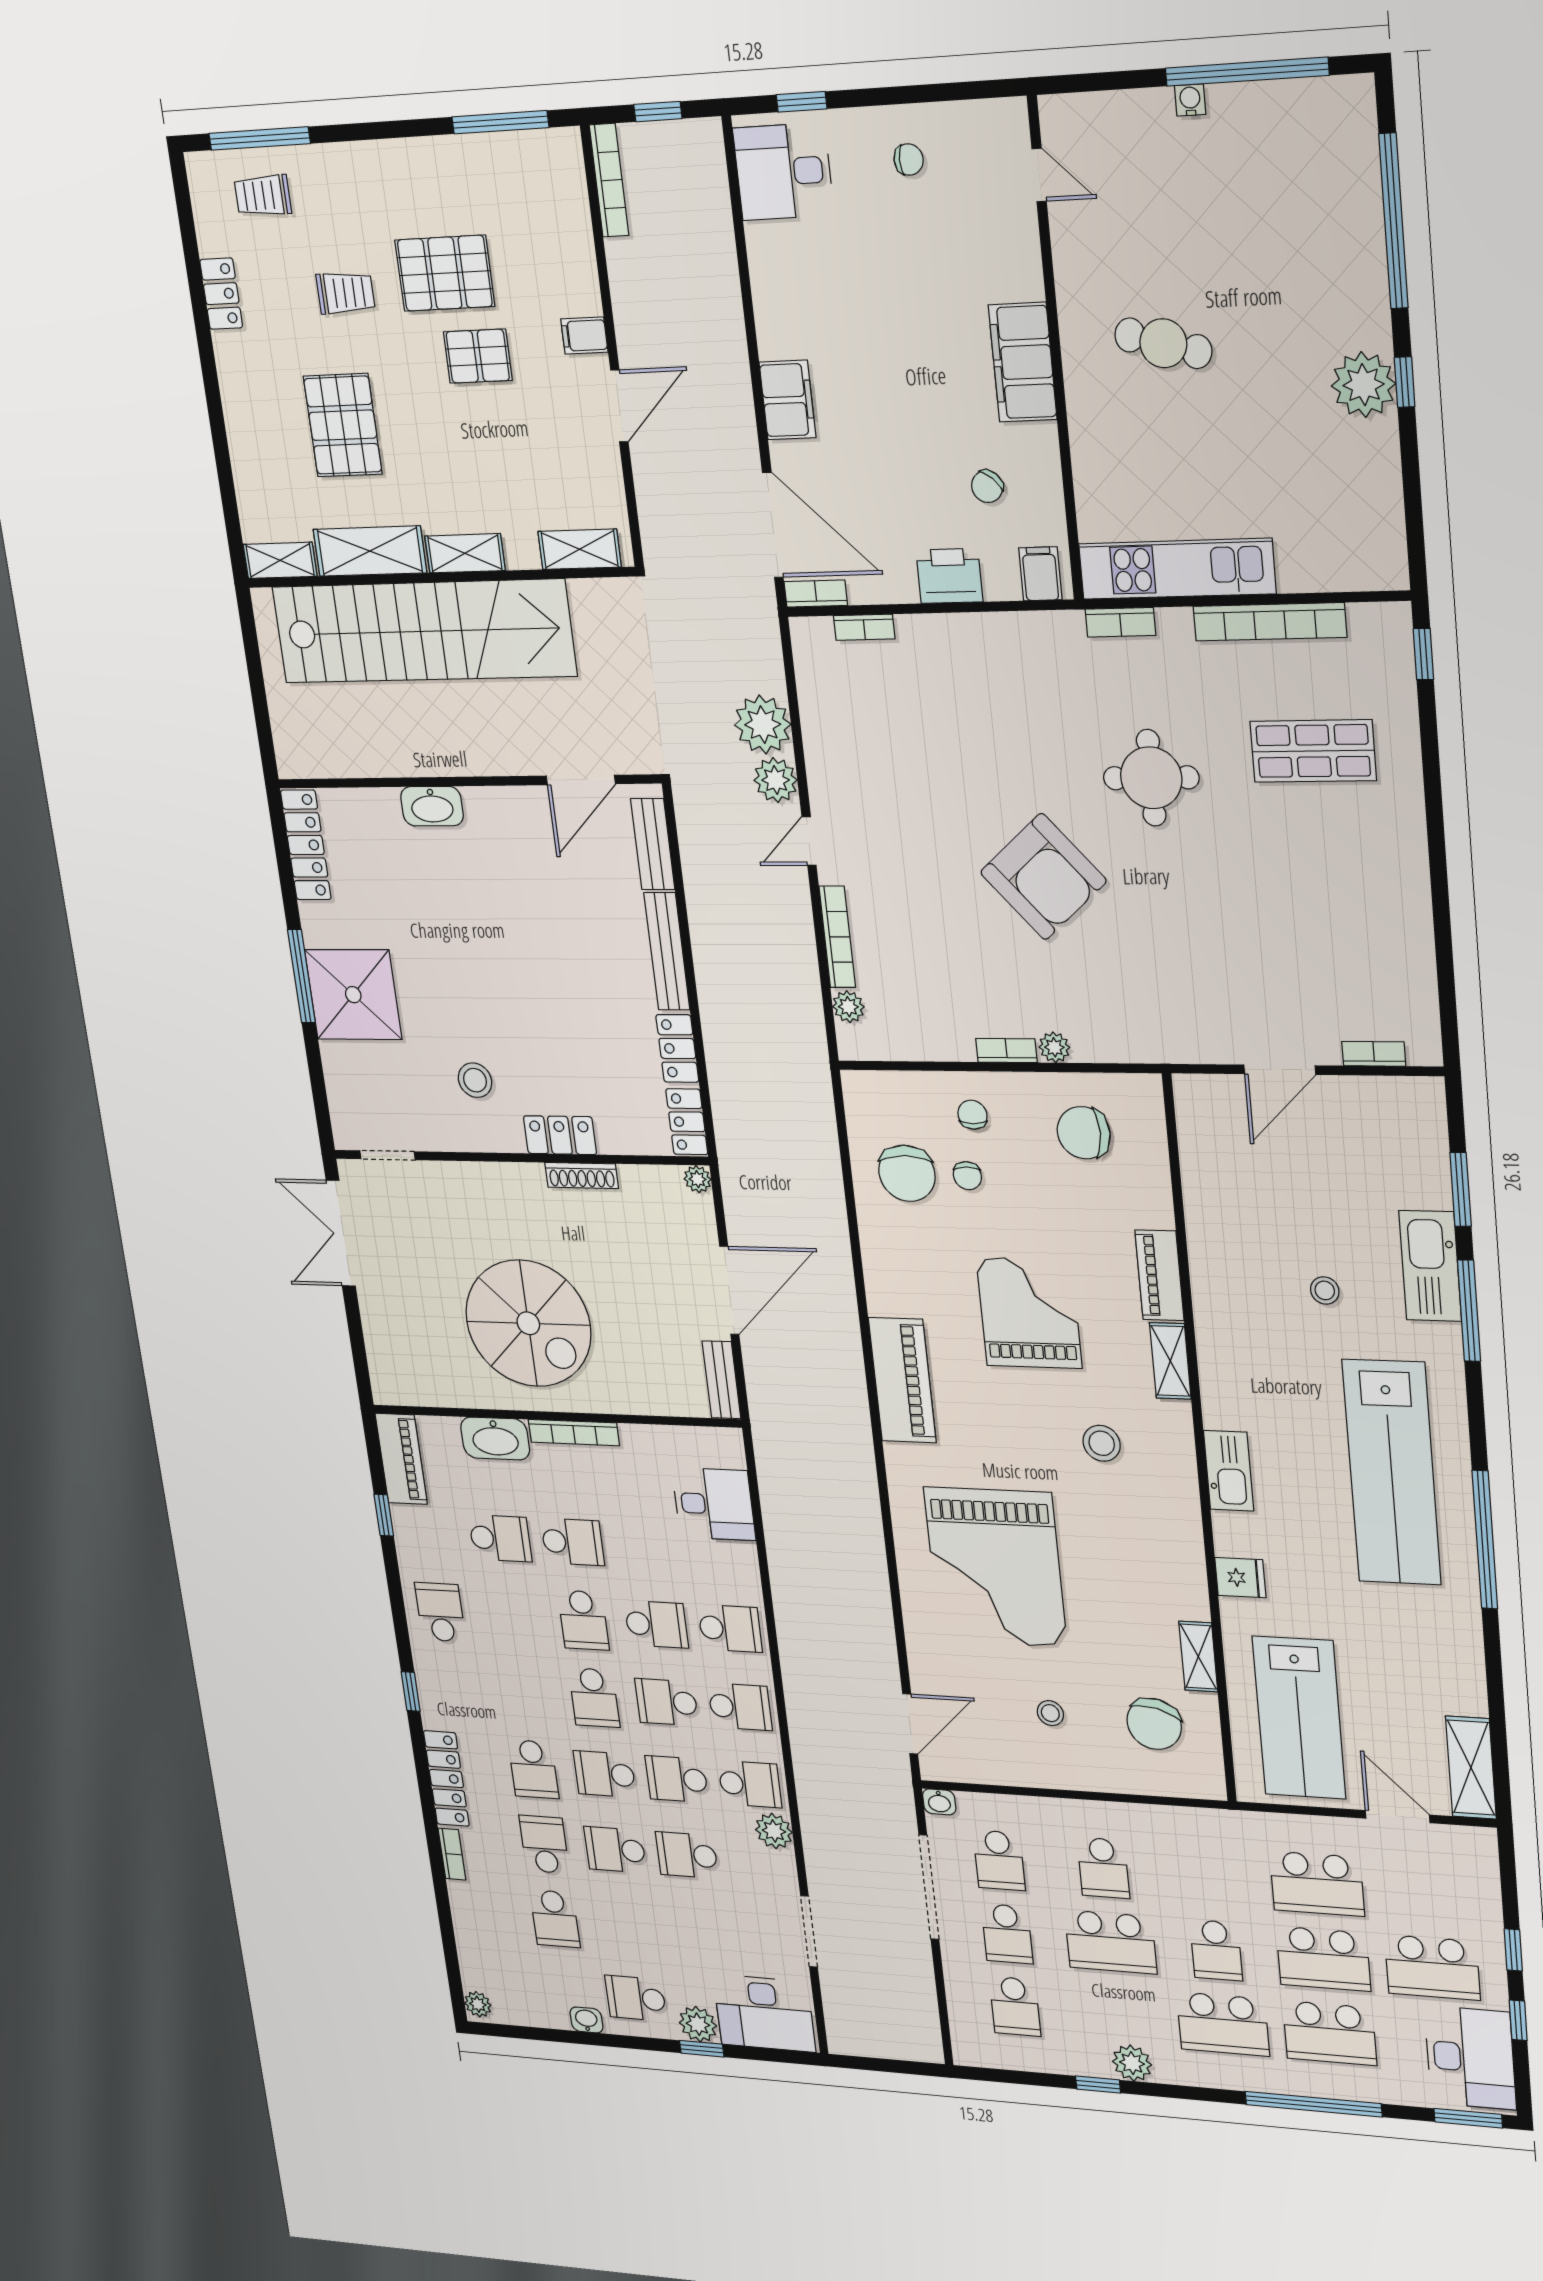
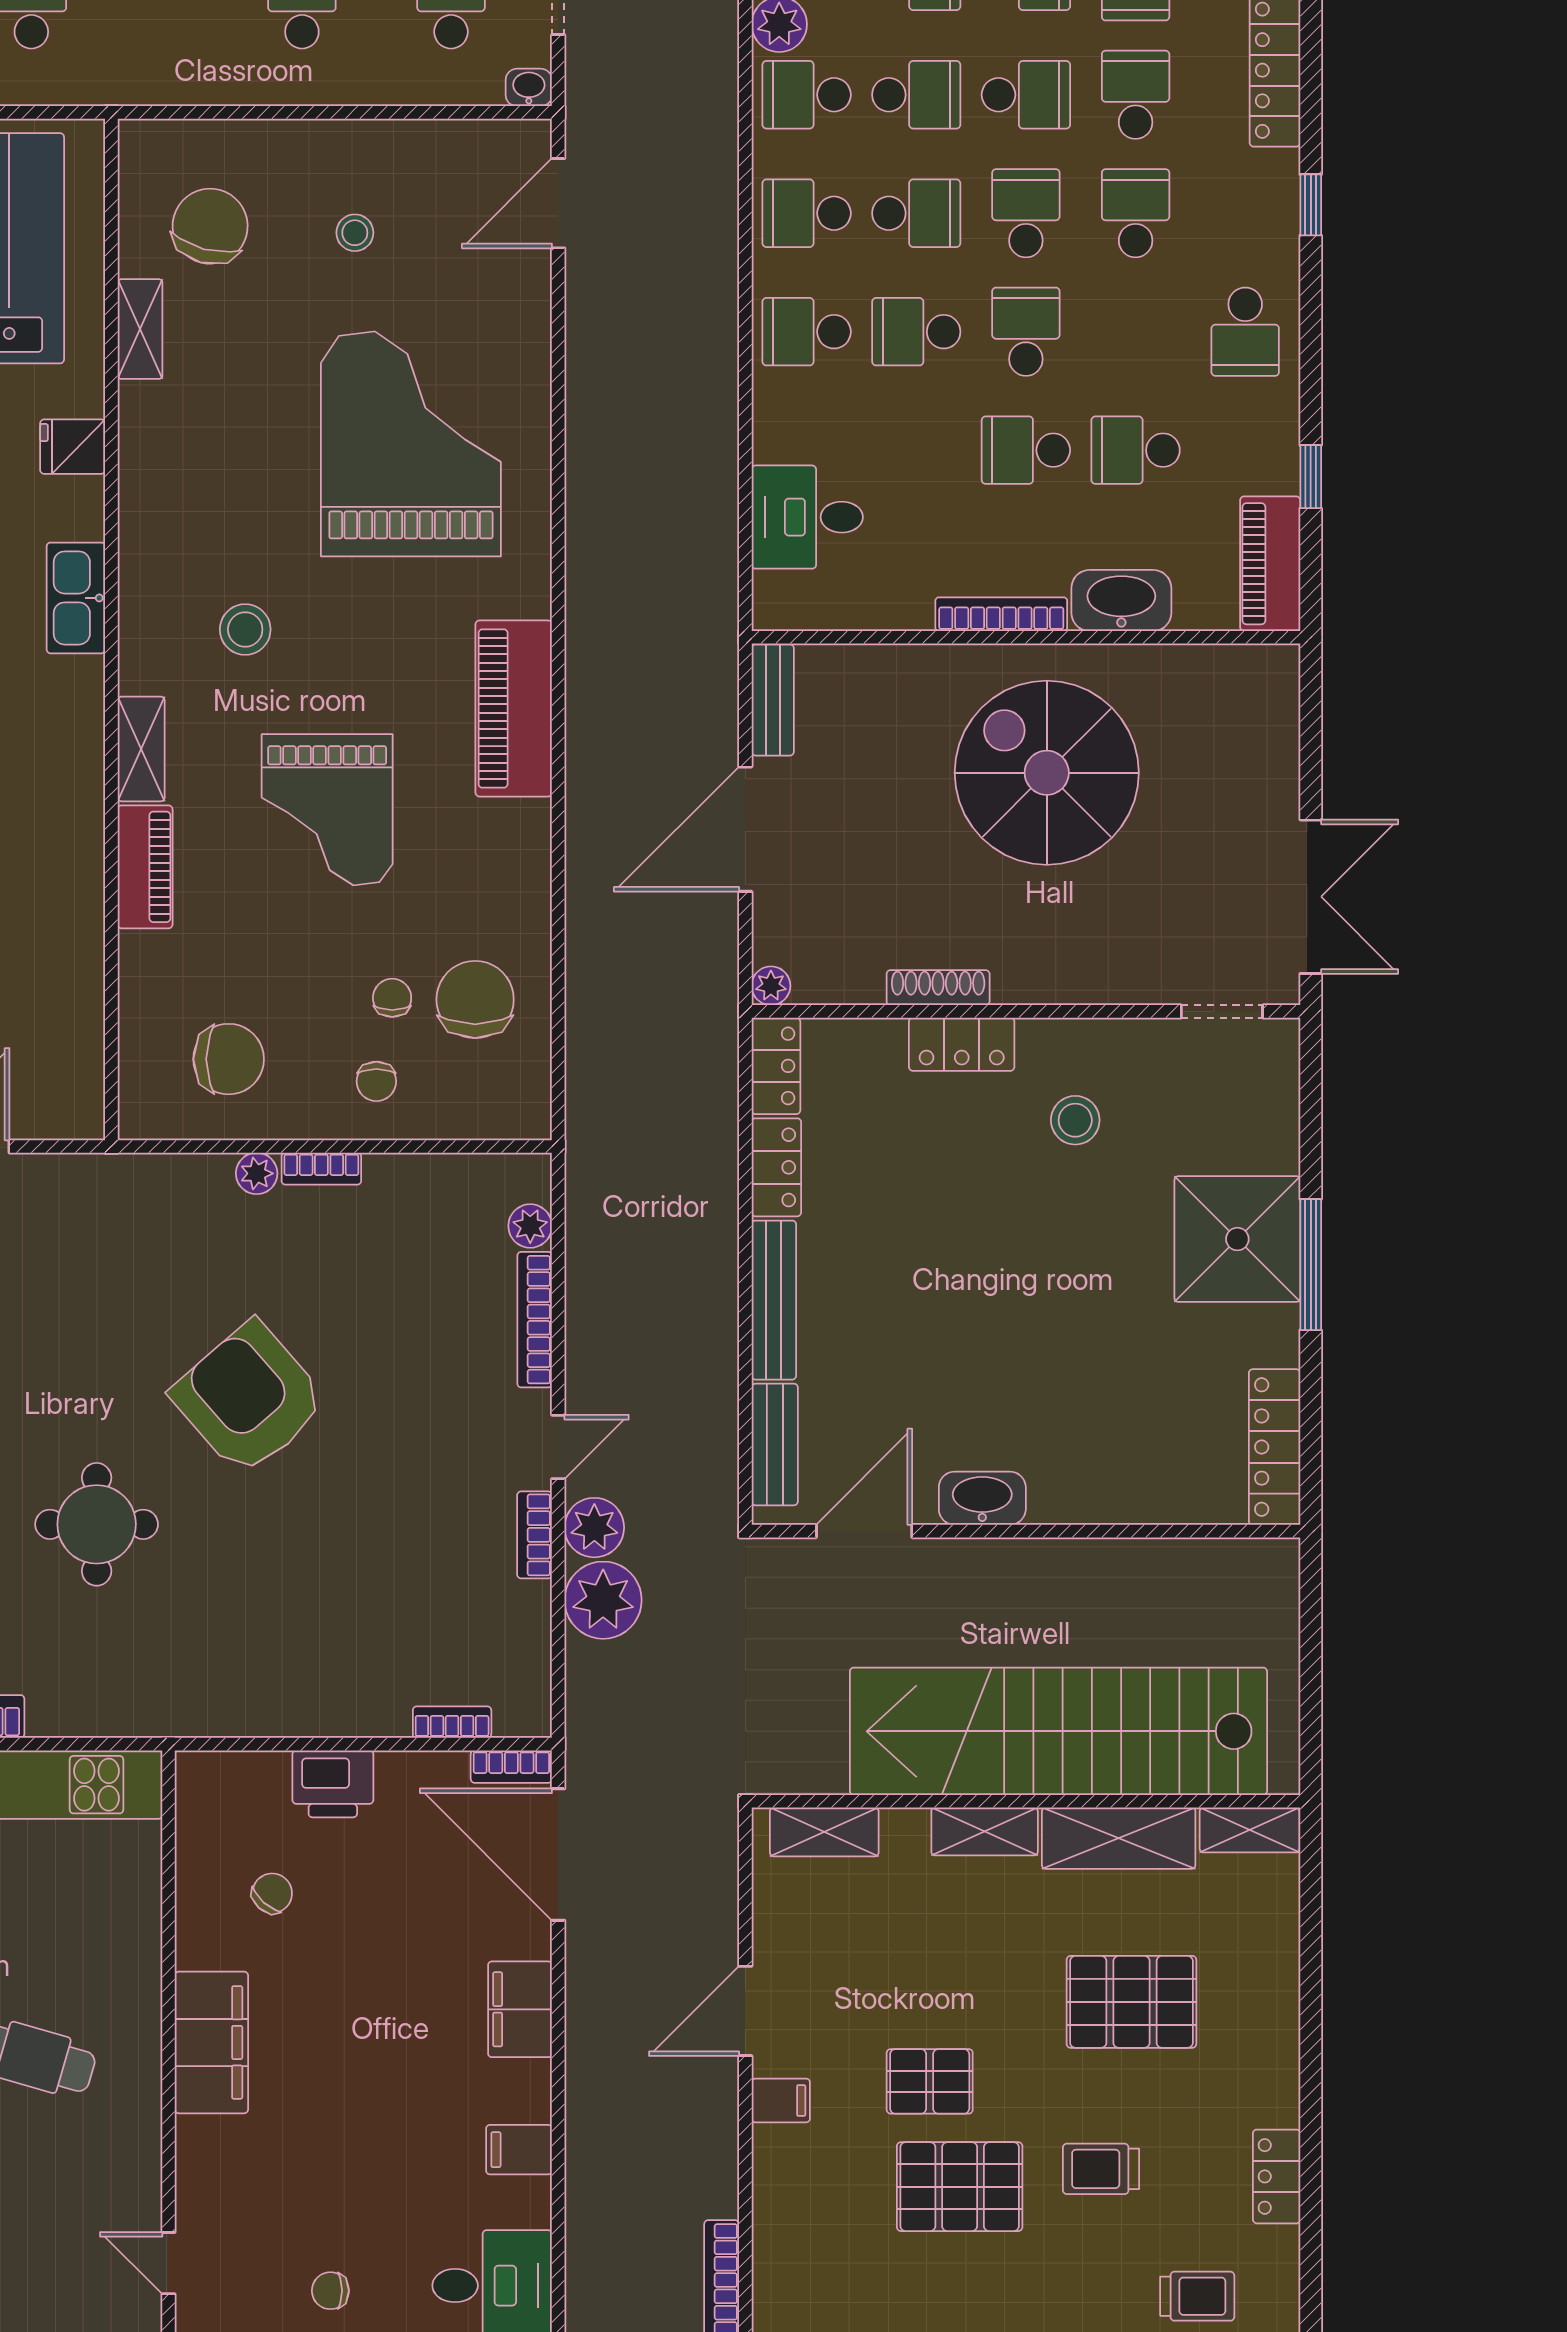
pallet: (343, 425) -> (1131, 2002), turned 90
filing cabinet: (1040, 574) -> (519, 2150), moved, turned 90
bookcase: (1120, 622) -> (535, 1535), moved, turned -90
washbasin: (432, 806) -> (982, 1498), moved
school desk: (522, 1693) -> (1136, 213), added

